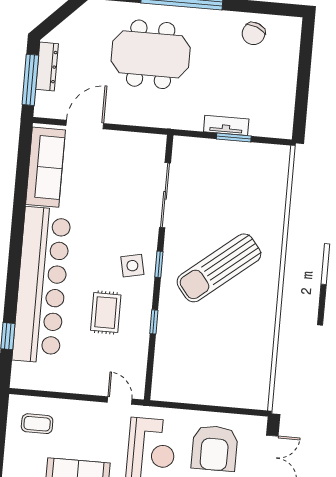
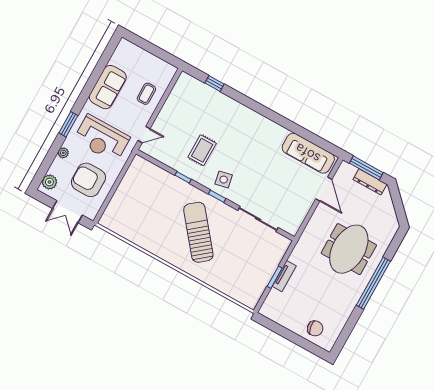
chair: (254, 34) -> (315, 328), moved, turned 147
bar counter: (42, 285) -> (237, 118), removed
rug: (106, 313) -> (202, 150), turned 90
coffee table: (37, 424) -> (146, 94), moved

